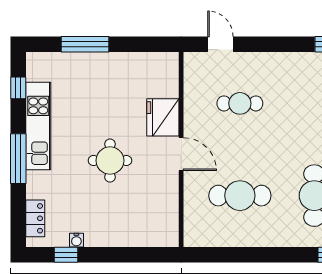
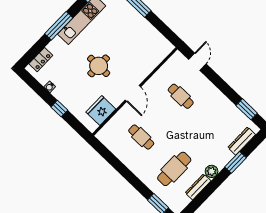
fridge: (163, 117) -> (101, 111), moved
cafe table: (240, 196) -> (141, 137), width x0.73, depth x0.74
window: (66, 255) -> (59, 109), moved

